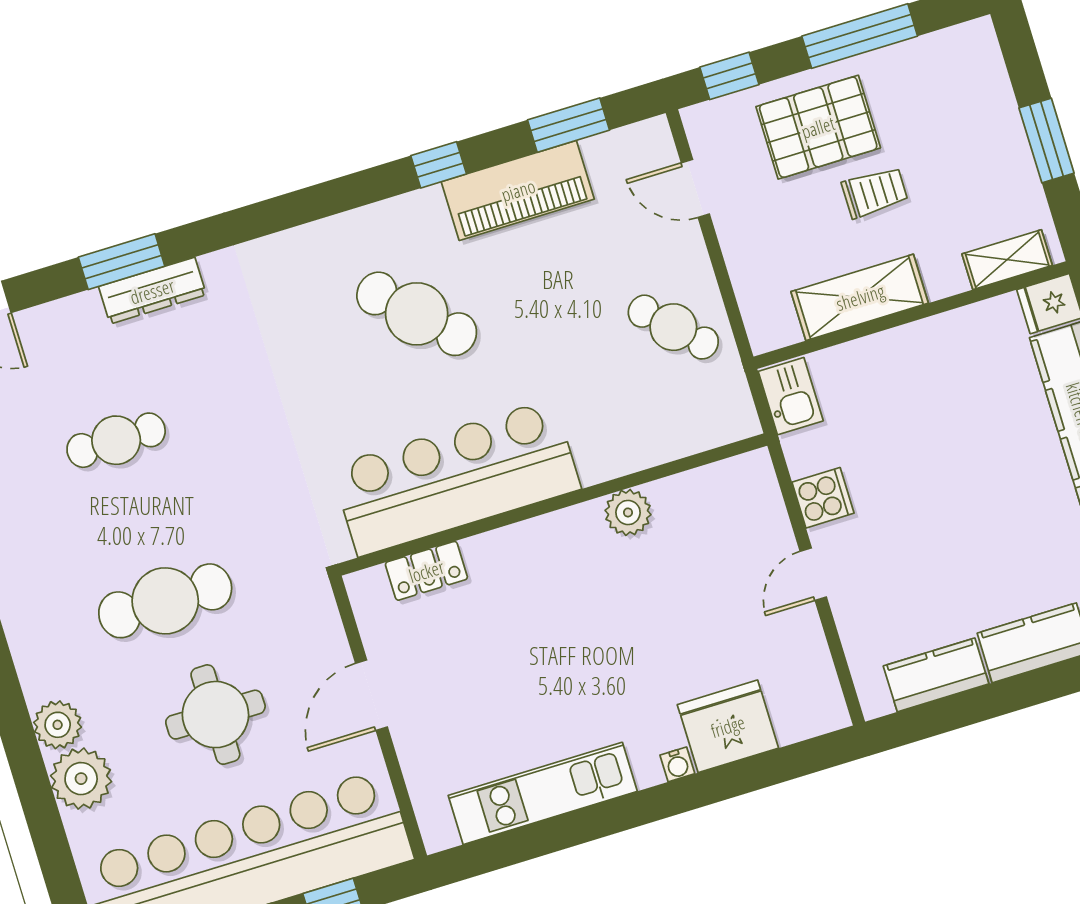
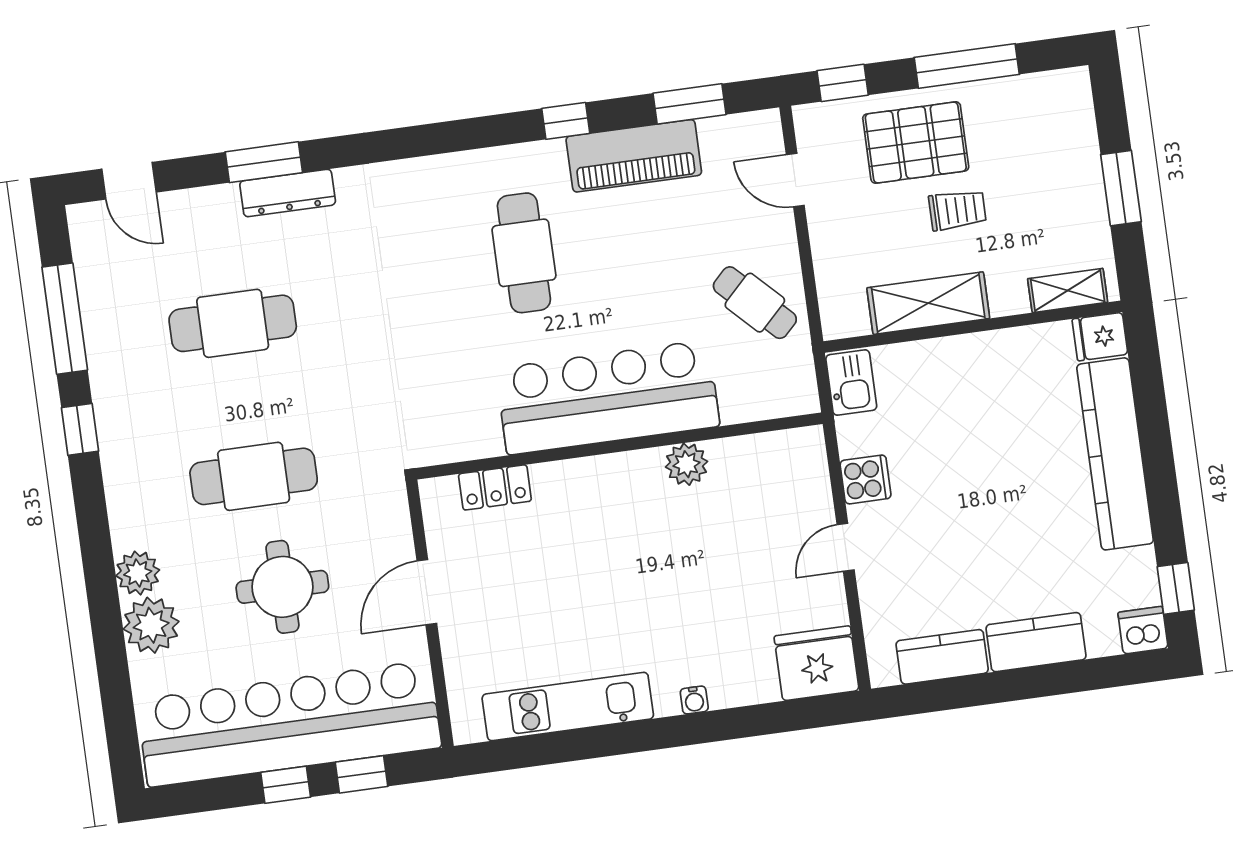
cafe table: (417, 314) -> (524, 253), turned 46
cafe table: (116, 440) -> (233, 323), width x1.37, depth x1.35
bar counter: (456, 478) -> (608, 397), moved
fridge: (728, 726) -> (817, 663), moved

